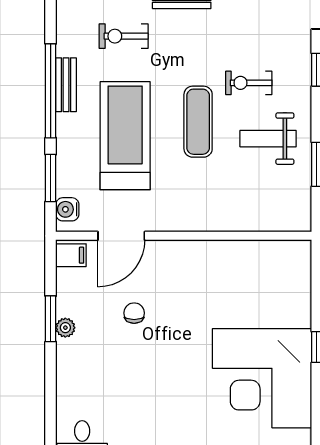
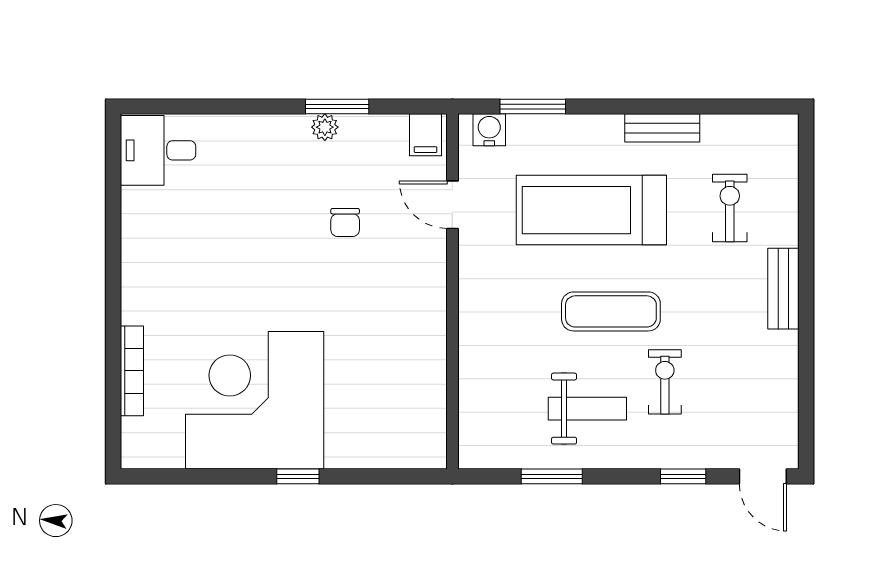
window: (51, 91) -> (654, 107), removed
treadmill: (125, 136) -> (591, 210), turned 180
weight bench: (268, 139) -> (587, 409), turned 90
door: (121, 236) -> (452, 205), width x0.73
chair: (134, 313) -> (345, 223), turned 90

